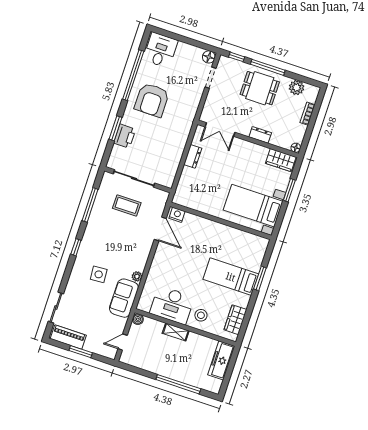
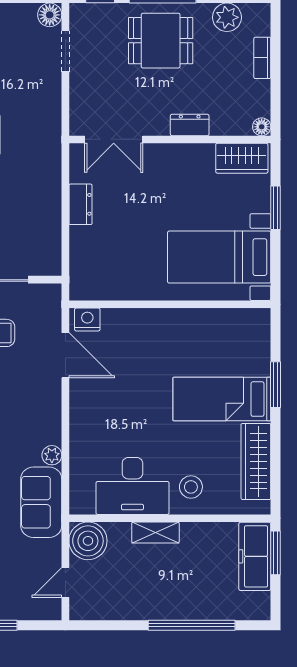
boiler: (138, 319) -> (88, 541), width x1.86, depth x1.86
wardrobe: (235, 320) -> (256, 461), width x1.50
window: (232, 362) -> (276, 553), added

